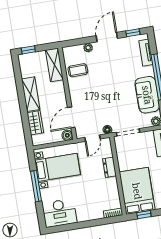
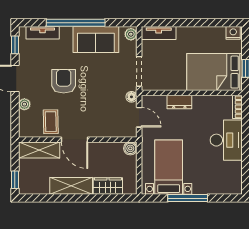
armchair: (111, 75) -> (64, 81), added
door: (71, 117) -> (75, 140), moved
desk: (59, 213) -> (226, 140), moved

